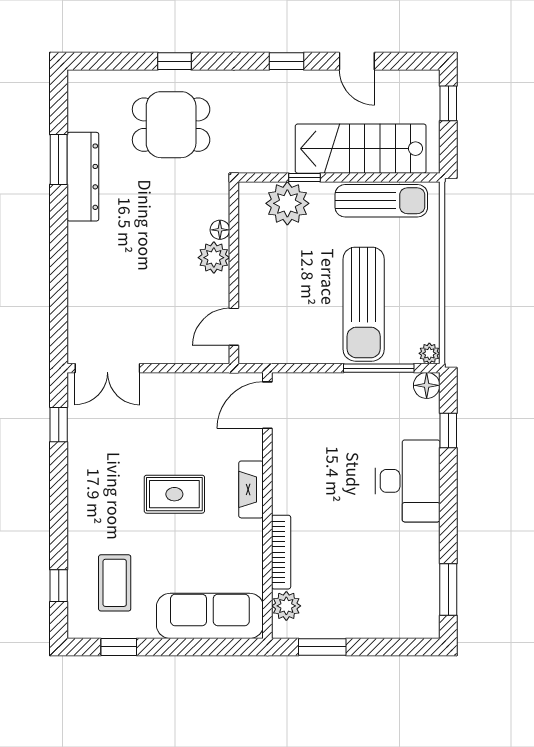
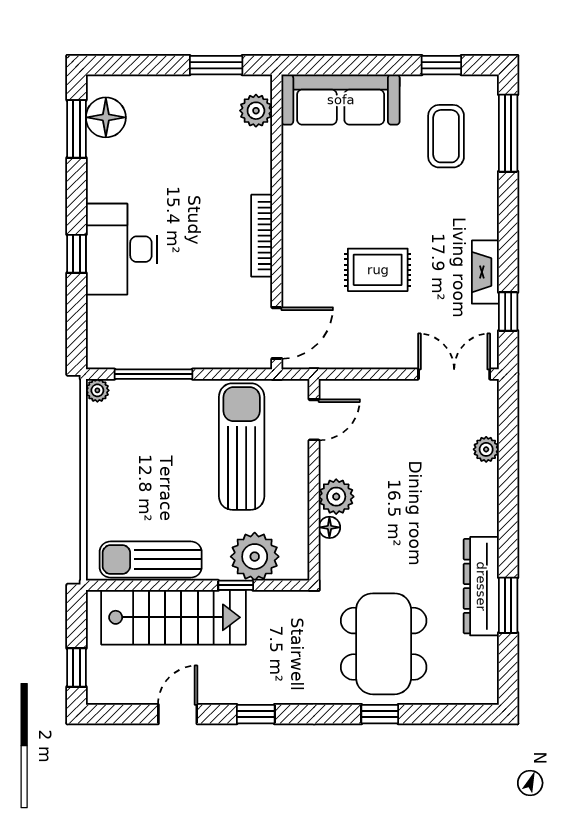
door: (357, 61) -> (178, 714), hinge flipped
dining table: (171, 125) -> (384, 644), width x1.38
plant: (78, 300) -> (486, 449), added
sun lounger: (364, 304) -> (242, 447), moved
floor lamp: (427, 385) -> (106, 117), moved, width x1.38, depth x1.38
window: (448, 430) -> (76, 254), moved
fireplace: (251, 489) -> (485, 272), moved, turned 180
rug: (174, 494) -> (378, 270), moved
bookcase: (281, 552) -> (262, 236), moved
window: (59, 586) -> (508, 133), width x2.17

